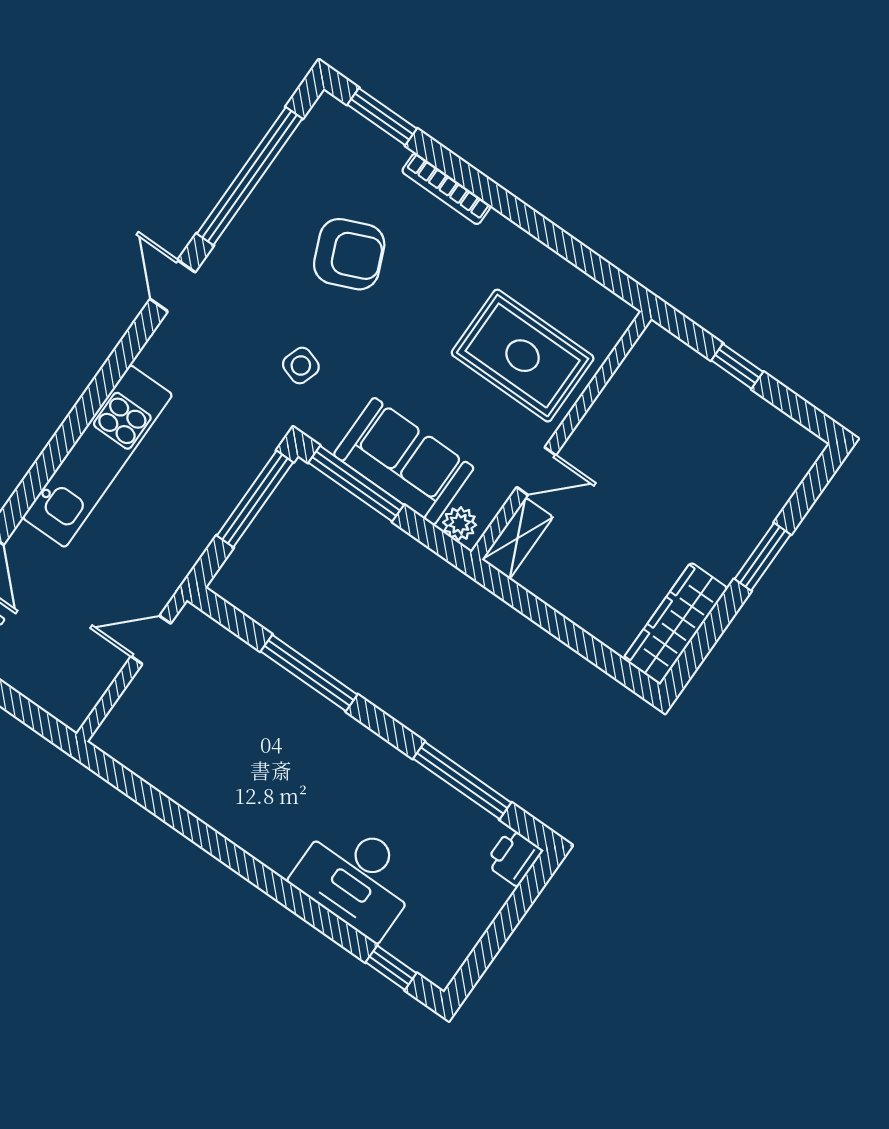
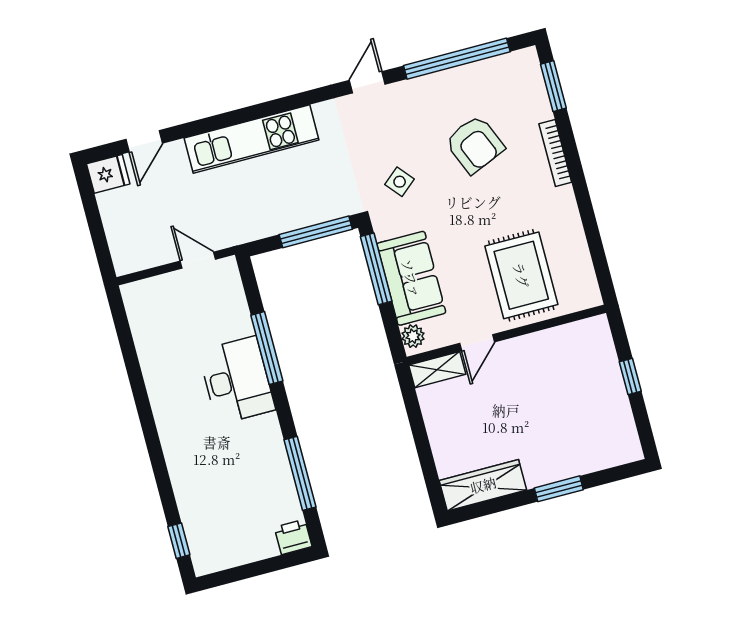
side table: (301, 366) -> (400, 182), turned 32
door: (536, 471) -> (477, 343), hinge flipped
desk: (357, 878) -> (237, 380), moved, turned 180

